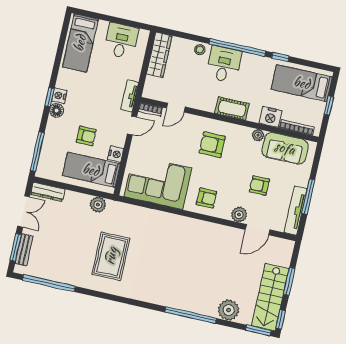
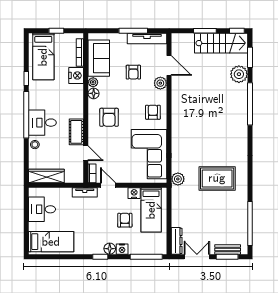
nightstand: (59, 96) -> (122, 249), moved
cot: (232, 108) -> (76, 132), moved
floor lamp: (245, 133) -> (94, 93), added
plant: (98, 205) -> (178, 179), moved
window: (258, 330) -> (250, 57), moved

